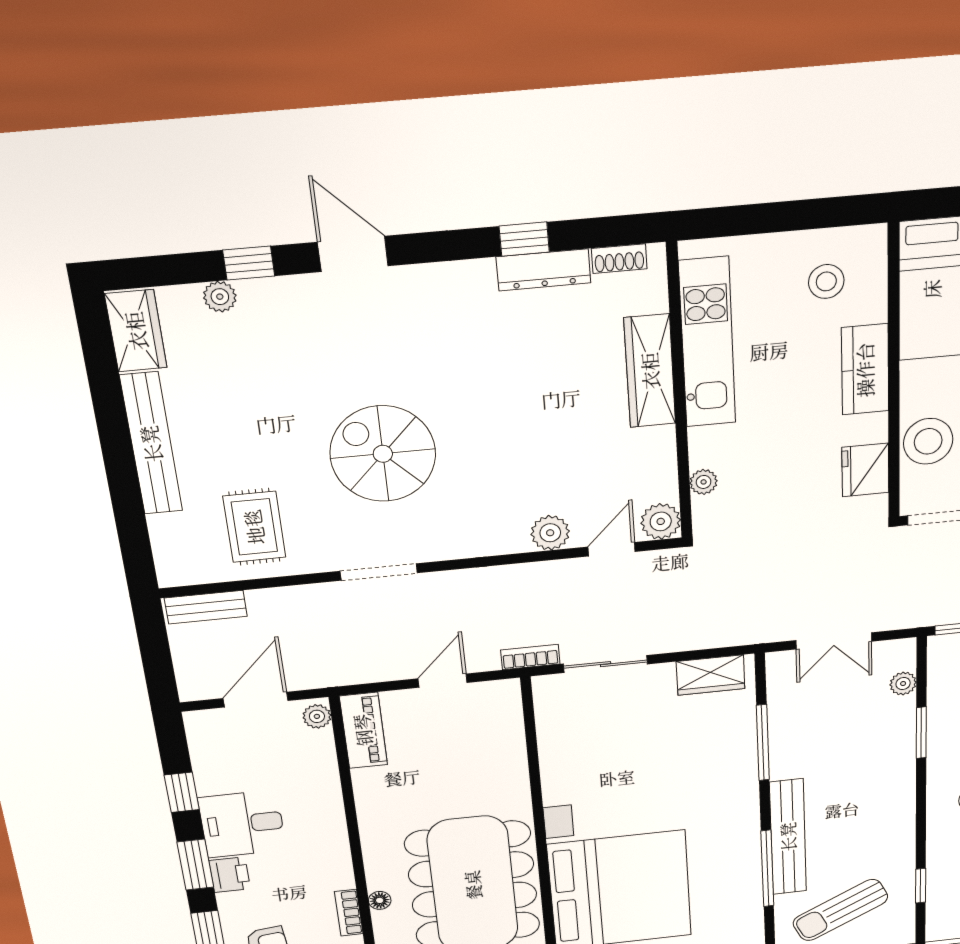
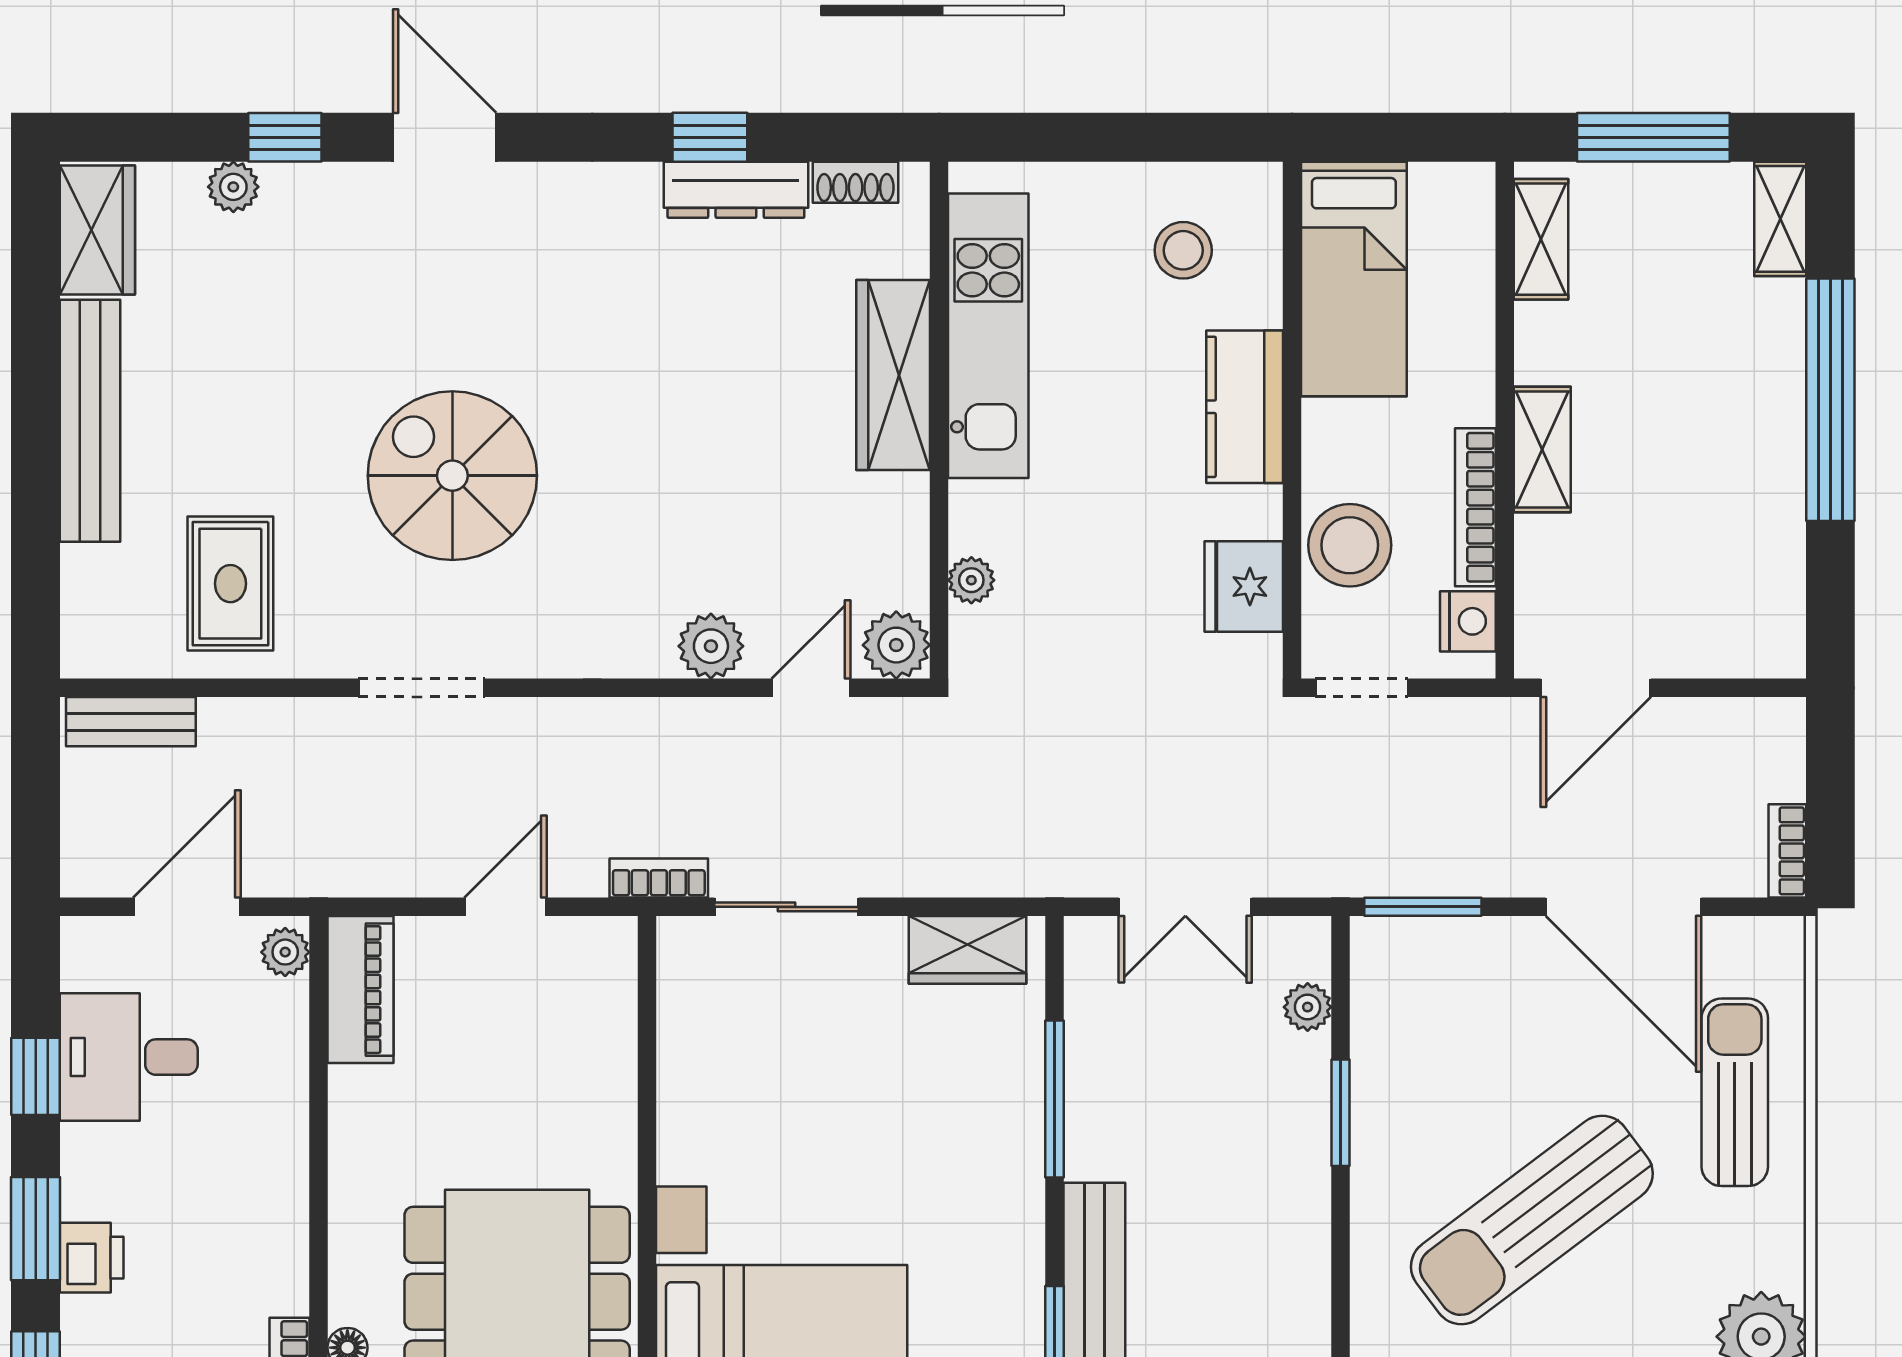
desk: (242, 824) -> (129, 1057), moved

